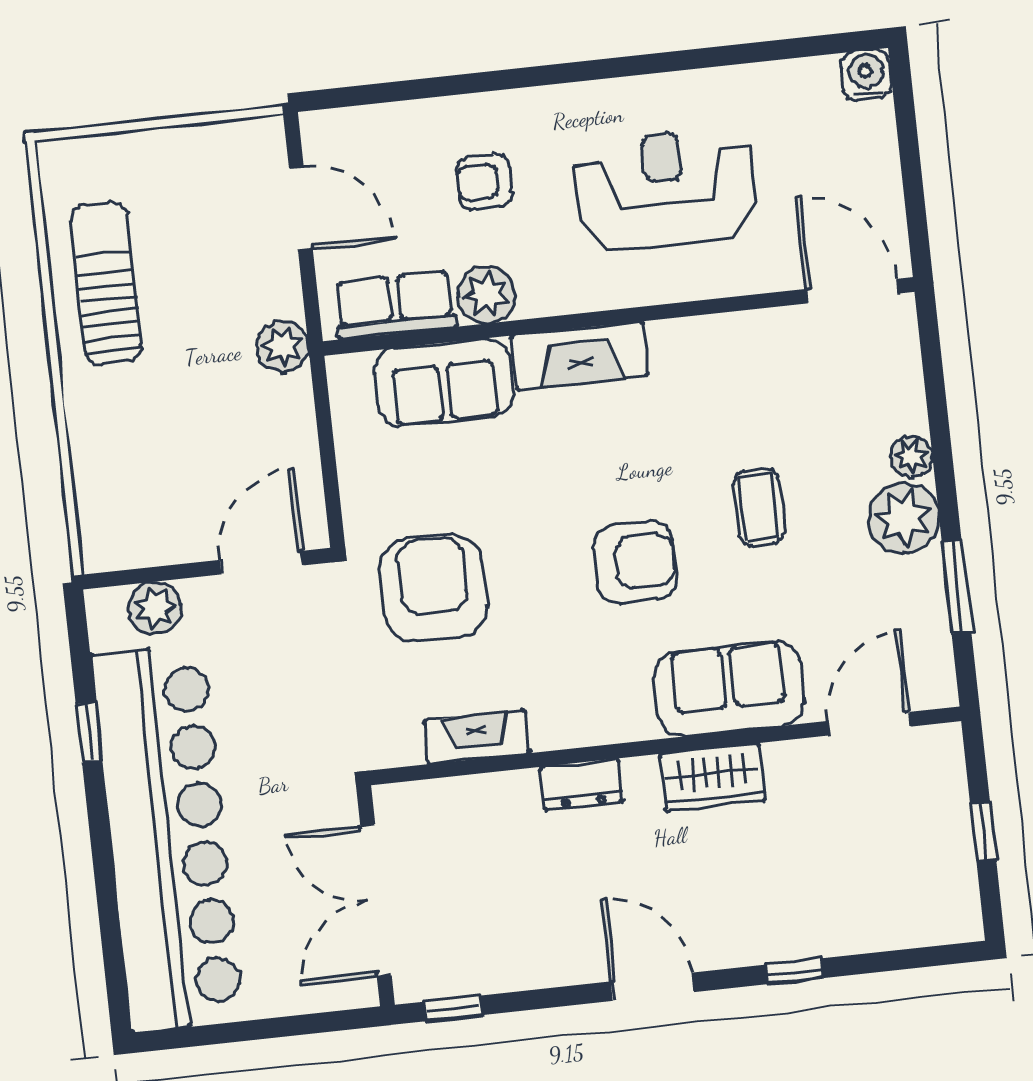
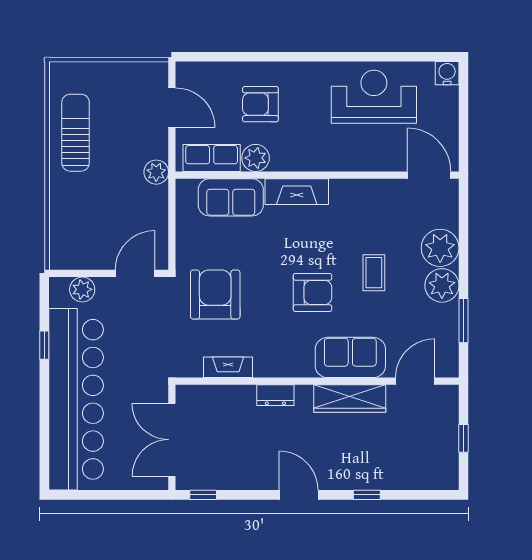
armchair: (484, 182) -> (260, 104), width x1.38, depth x1.38
reception desk: (665, 190) -> (374, 97), moved
plant: (911, 457) -> (440, 248), width x1.87, depth x1.87
wardrobe: (713, 777) -> (350, 399), width x1.50

